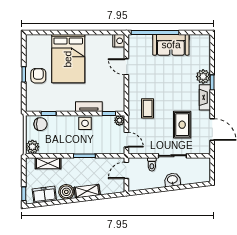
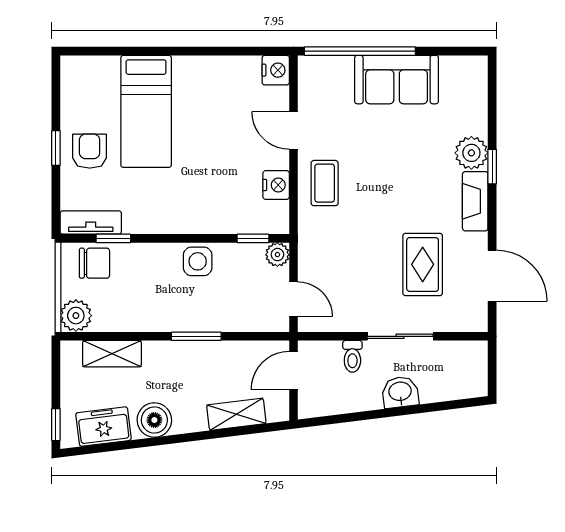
bed: (68, 59) -> (146, 111), width x0.67
nightstand: (119, 90) -> (276, 185), added
tv unit: (89, 107) -> (91, 223), moved
coffee table: (148, 108) -> (325, 183), moved
shelving: (87, 191) -> (236, 414), moved

